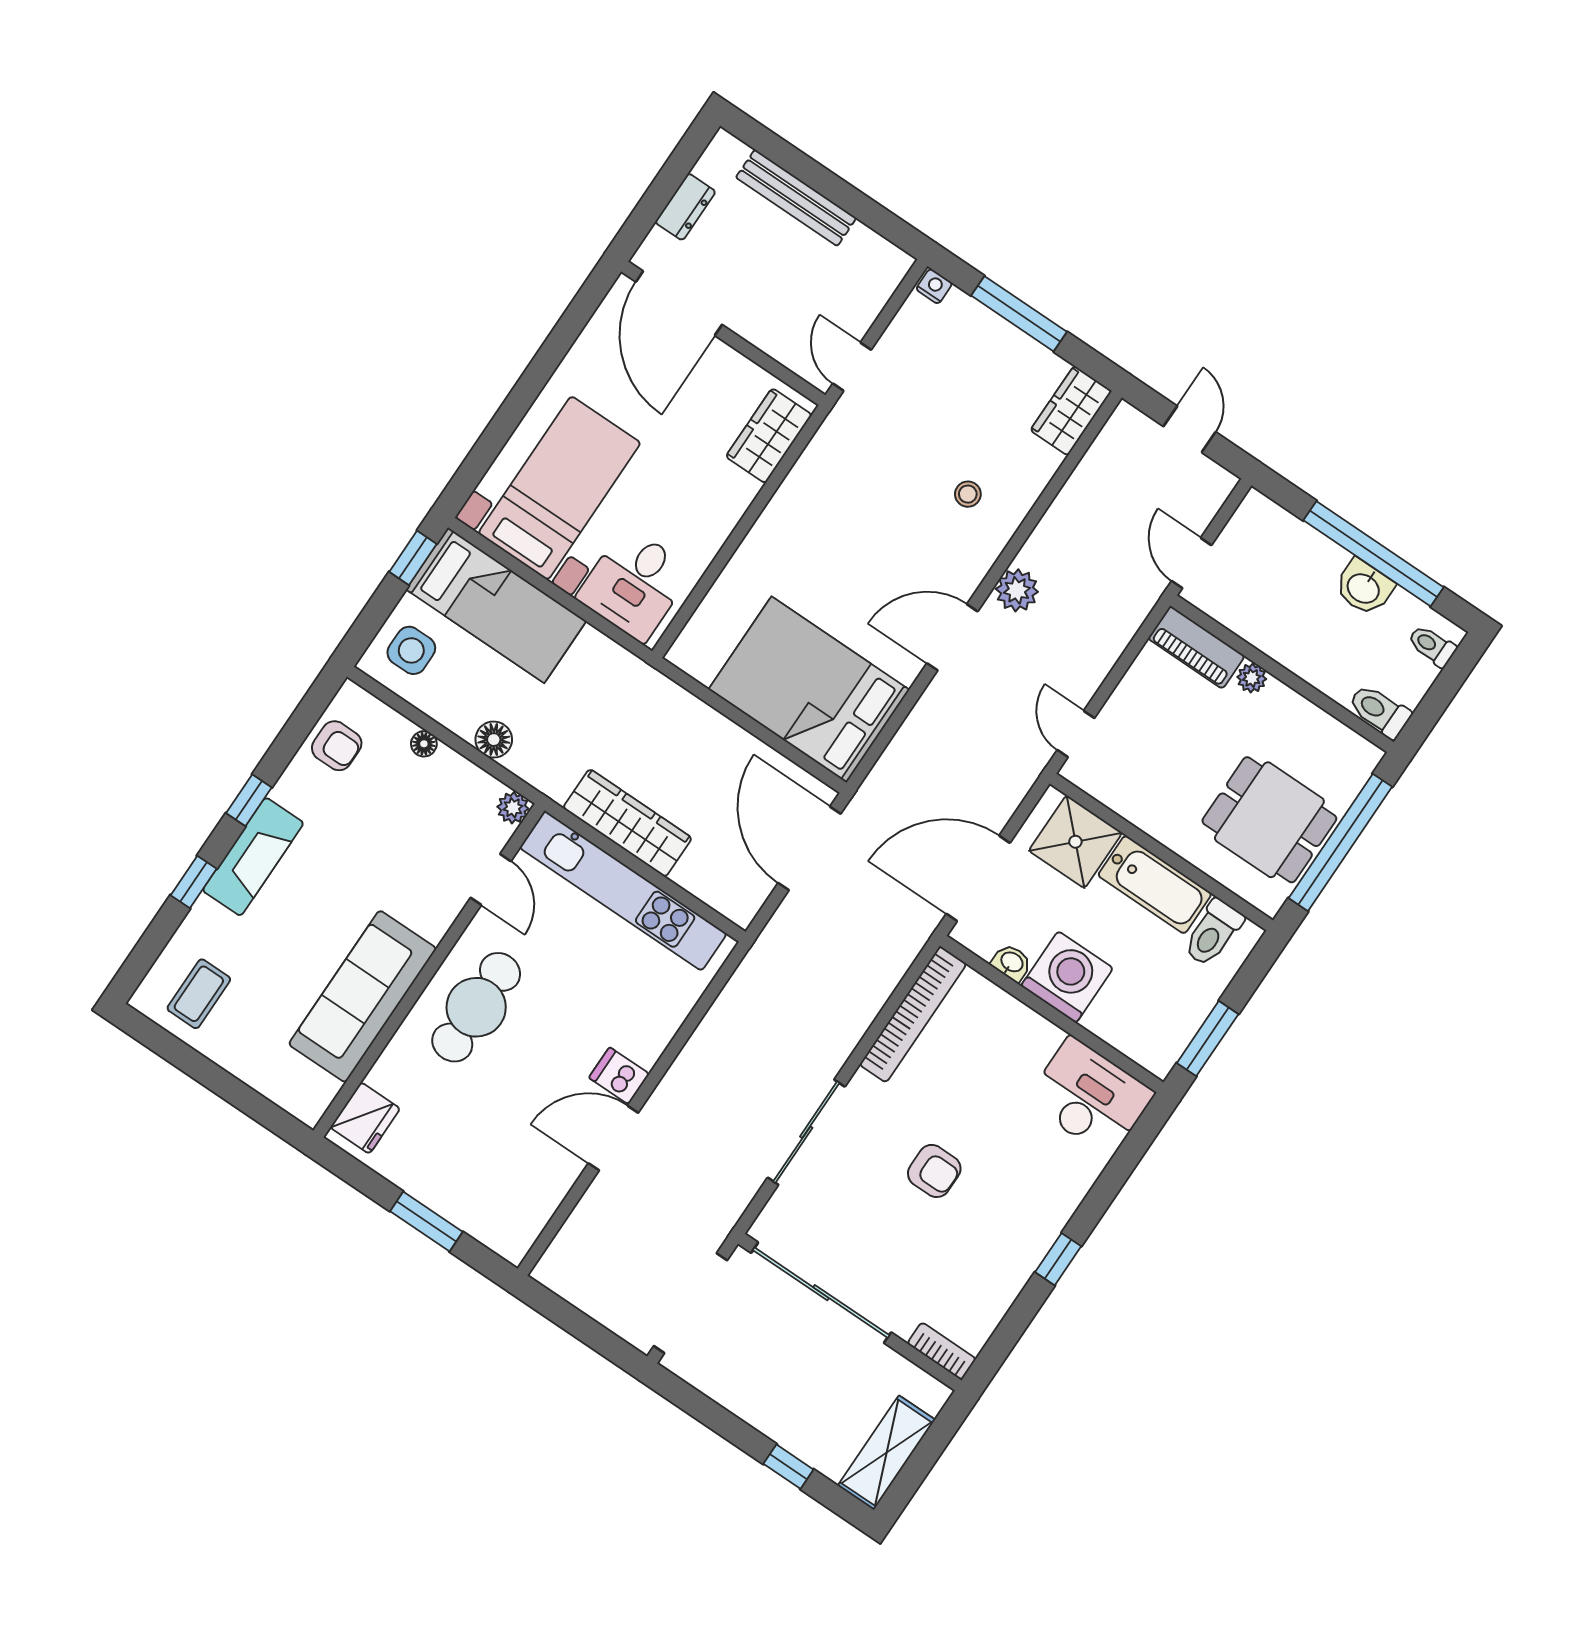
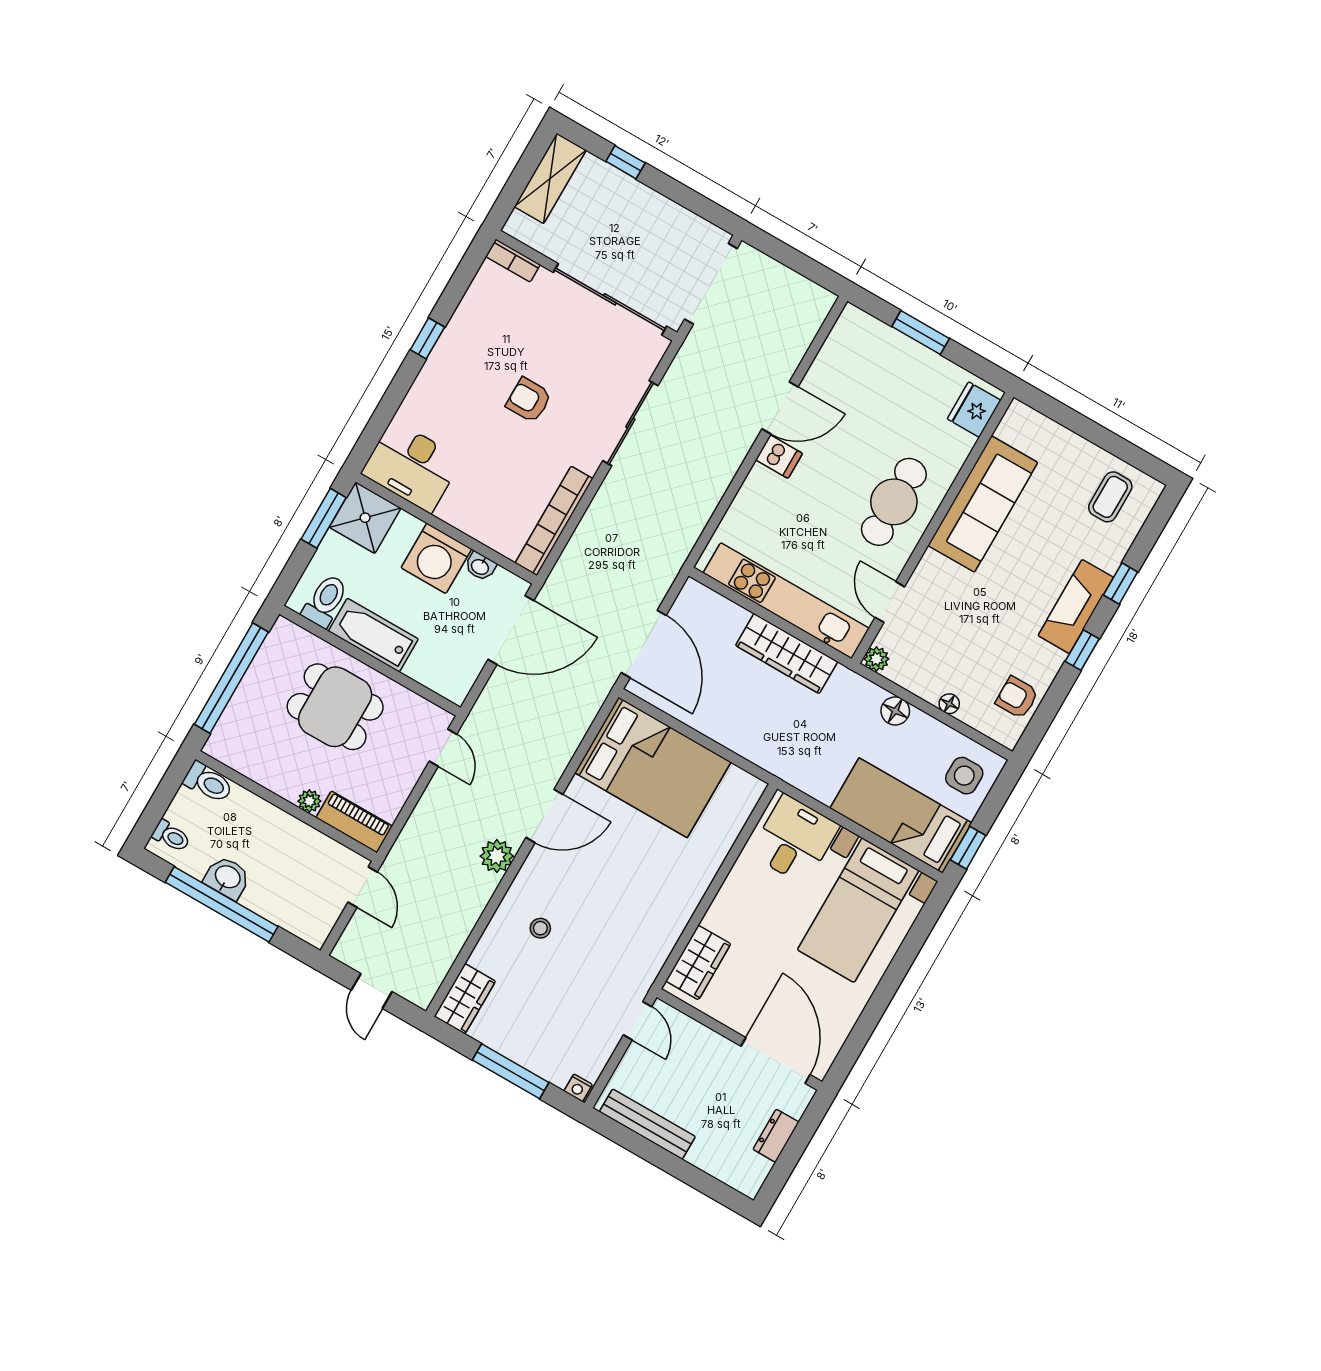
bench: (796, 198) -> (647, 1124), moved
dining table: (1269, 820) -> (335, 707), moved
shower: (1075, 842) -> (365, 518), moved

